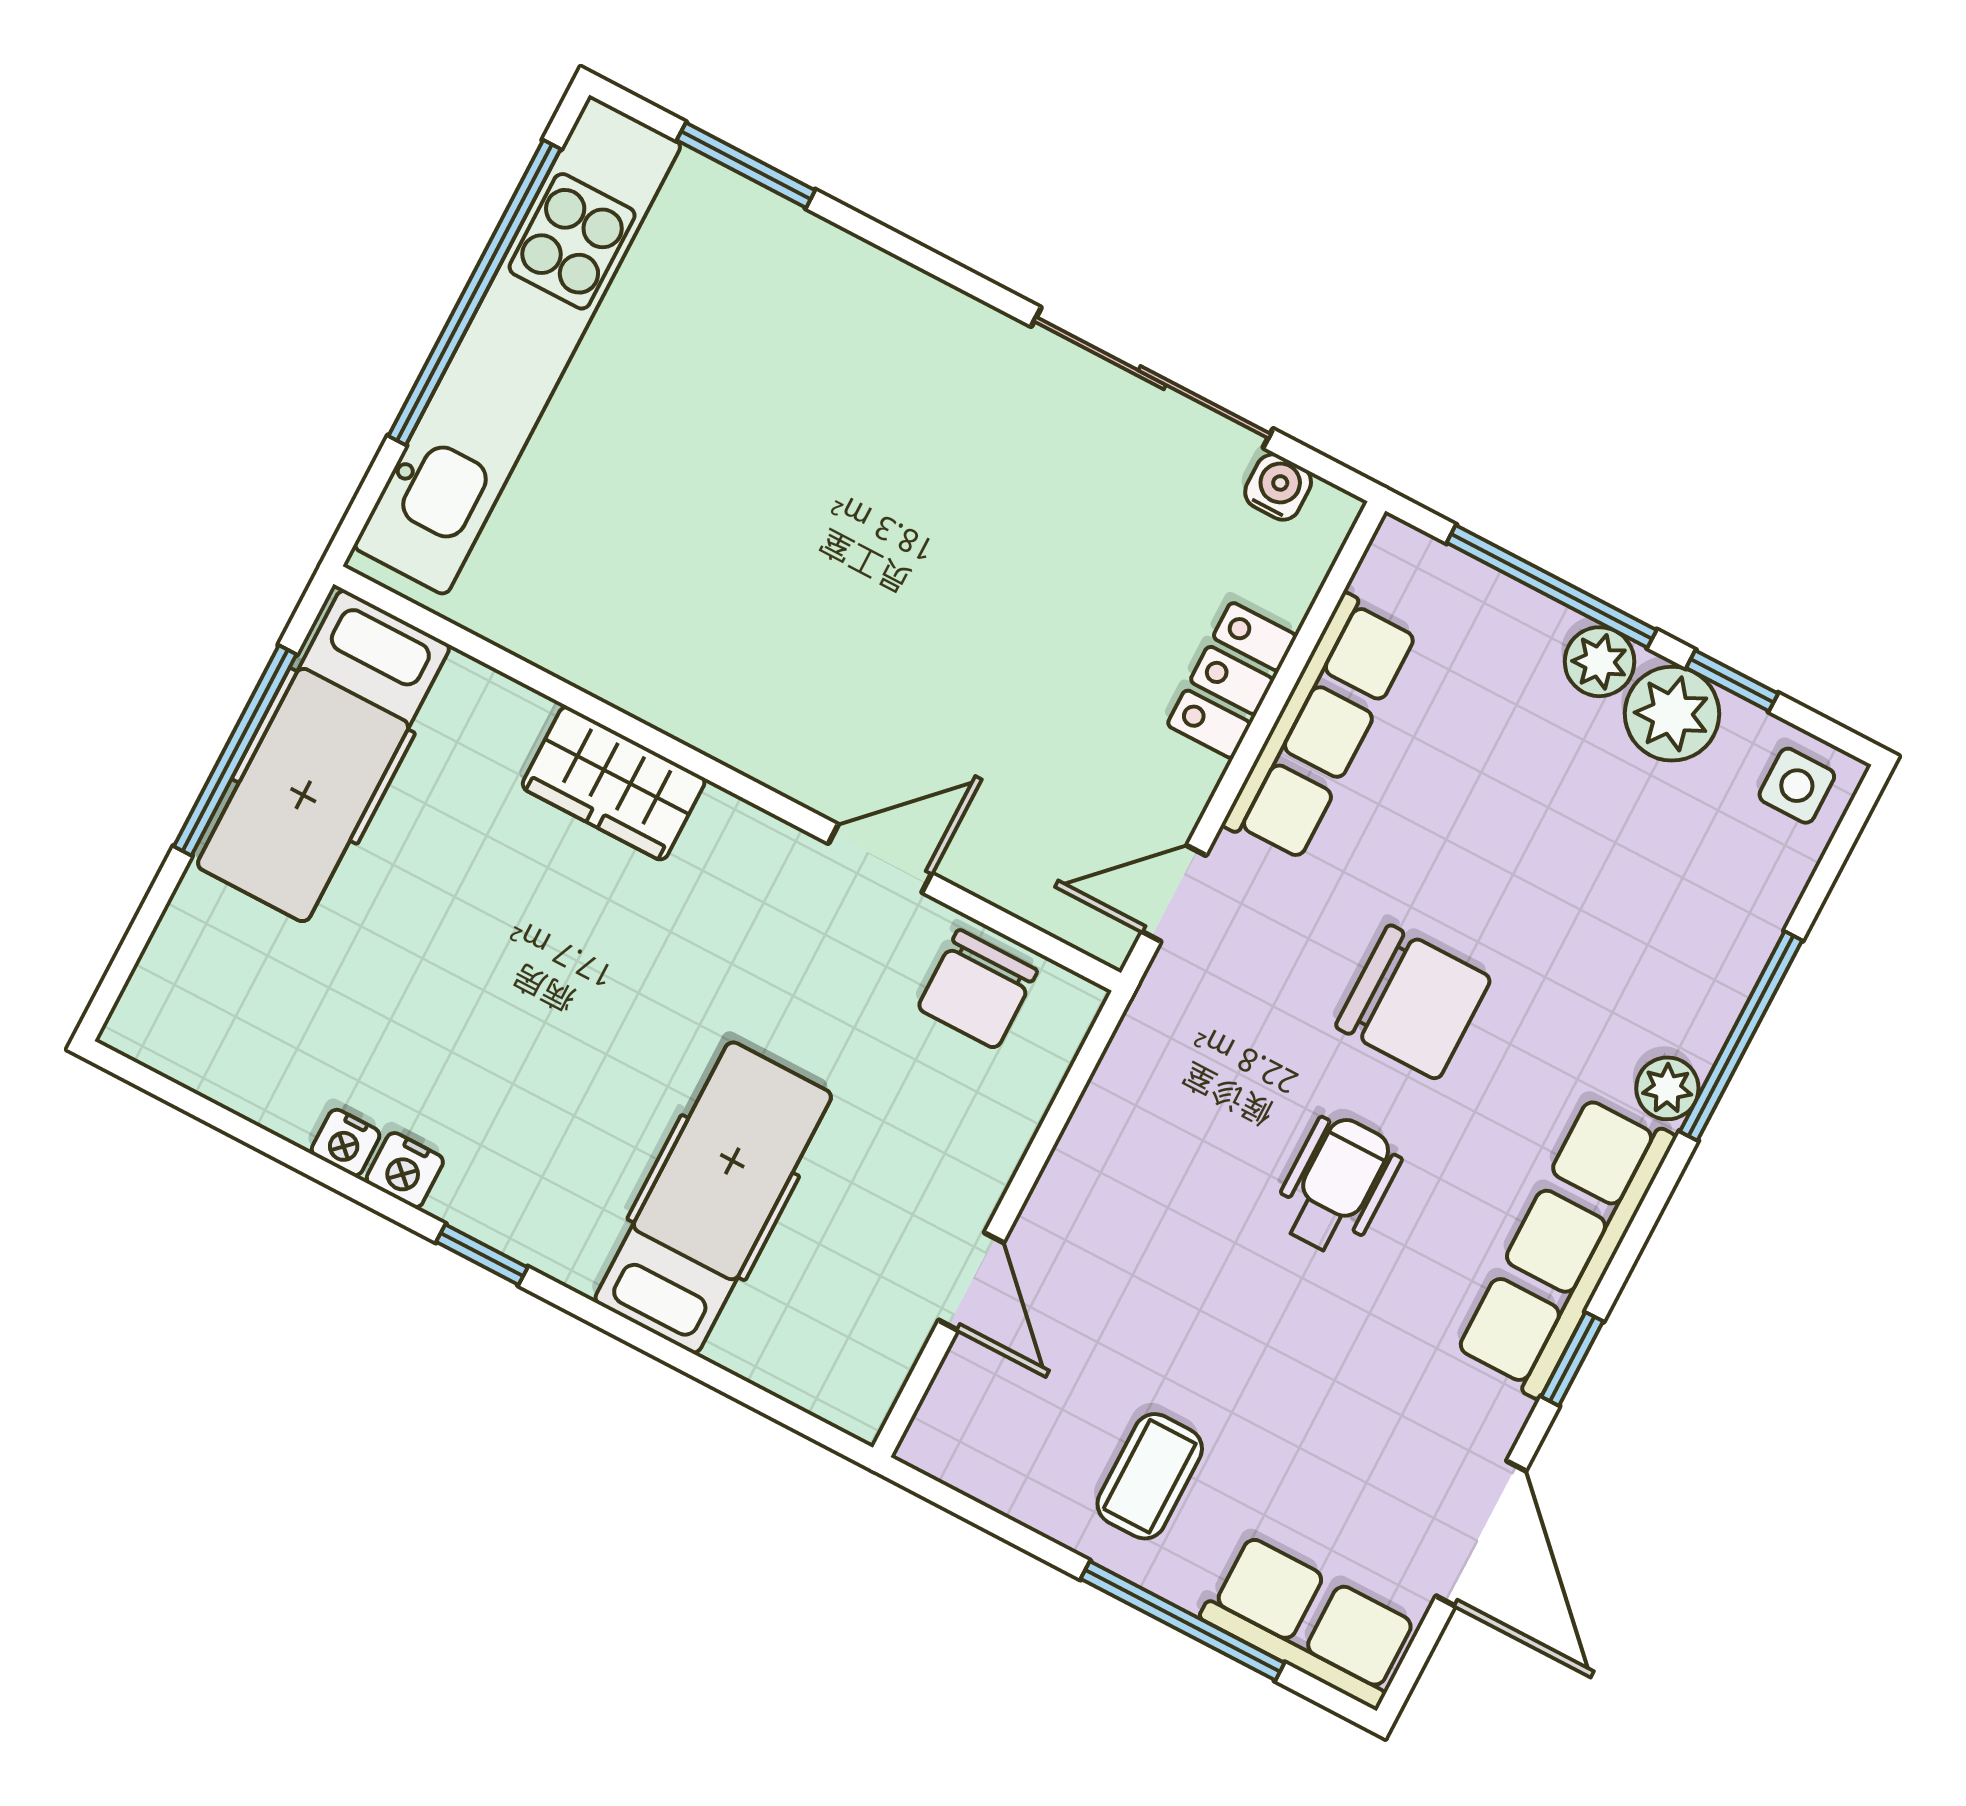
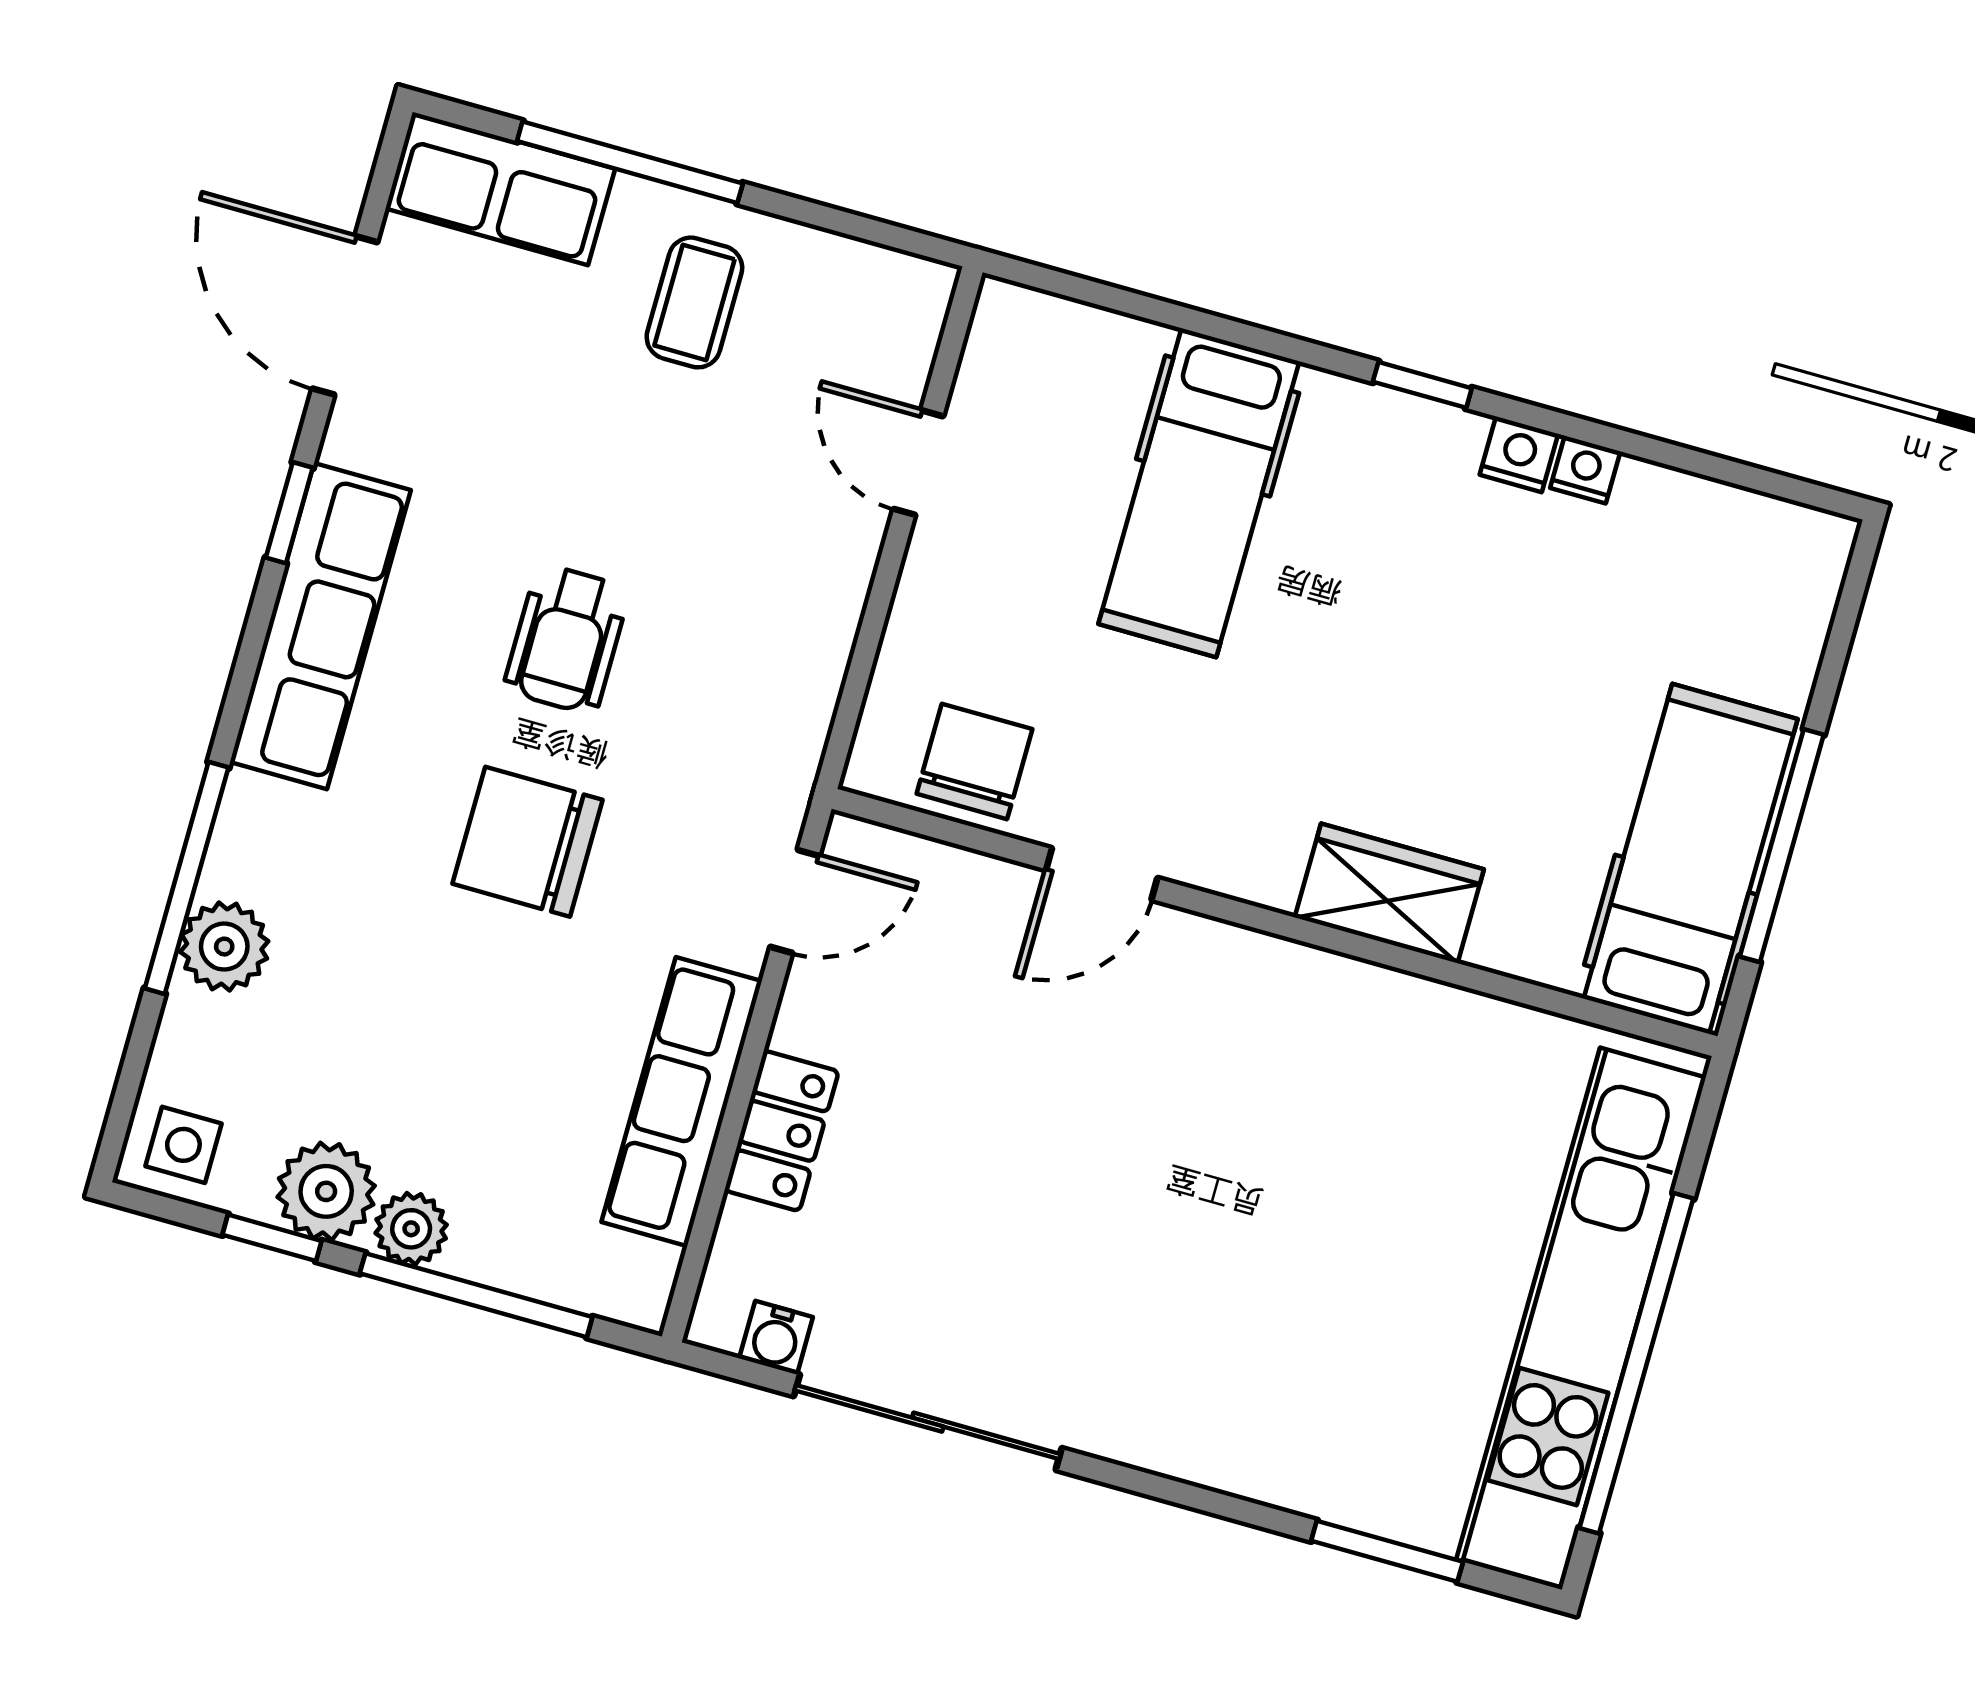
plant: (1667, 1088) -> (224, 947), moved, width x1.38, depth x1.38

